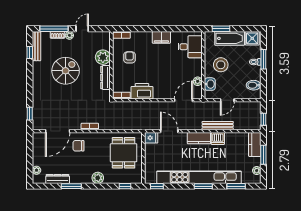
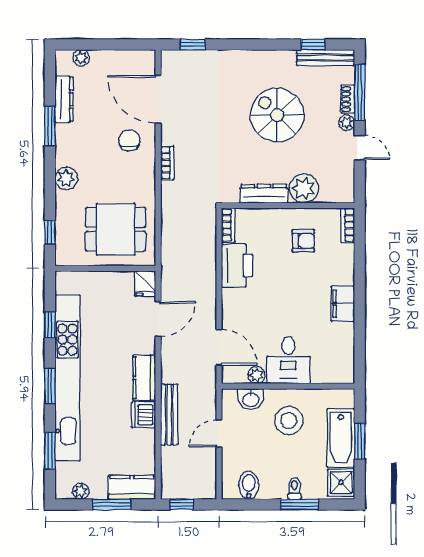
window: (221, 29) -> (360, 441), moved
desk: (190, 47) -> (288, 360), moved
spiral stairs: (66, 71) -> (277, 115), turned 180
door: (227, 100) -> (219, 433), hinge flipped
window: (157, 186) -> (50, 325), moved

